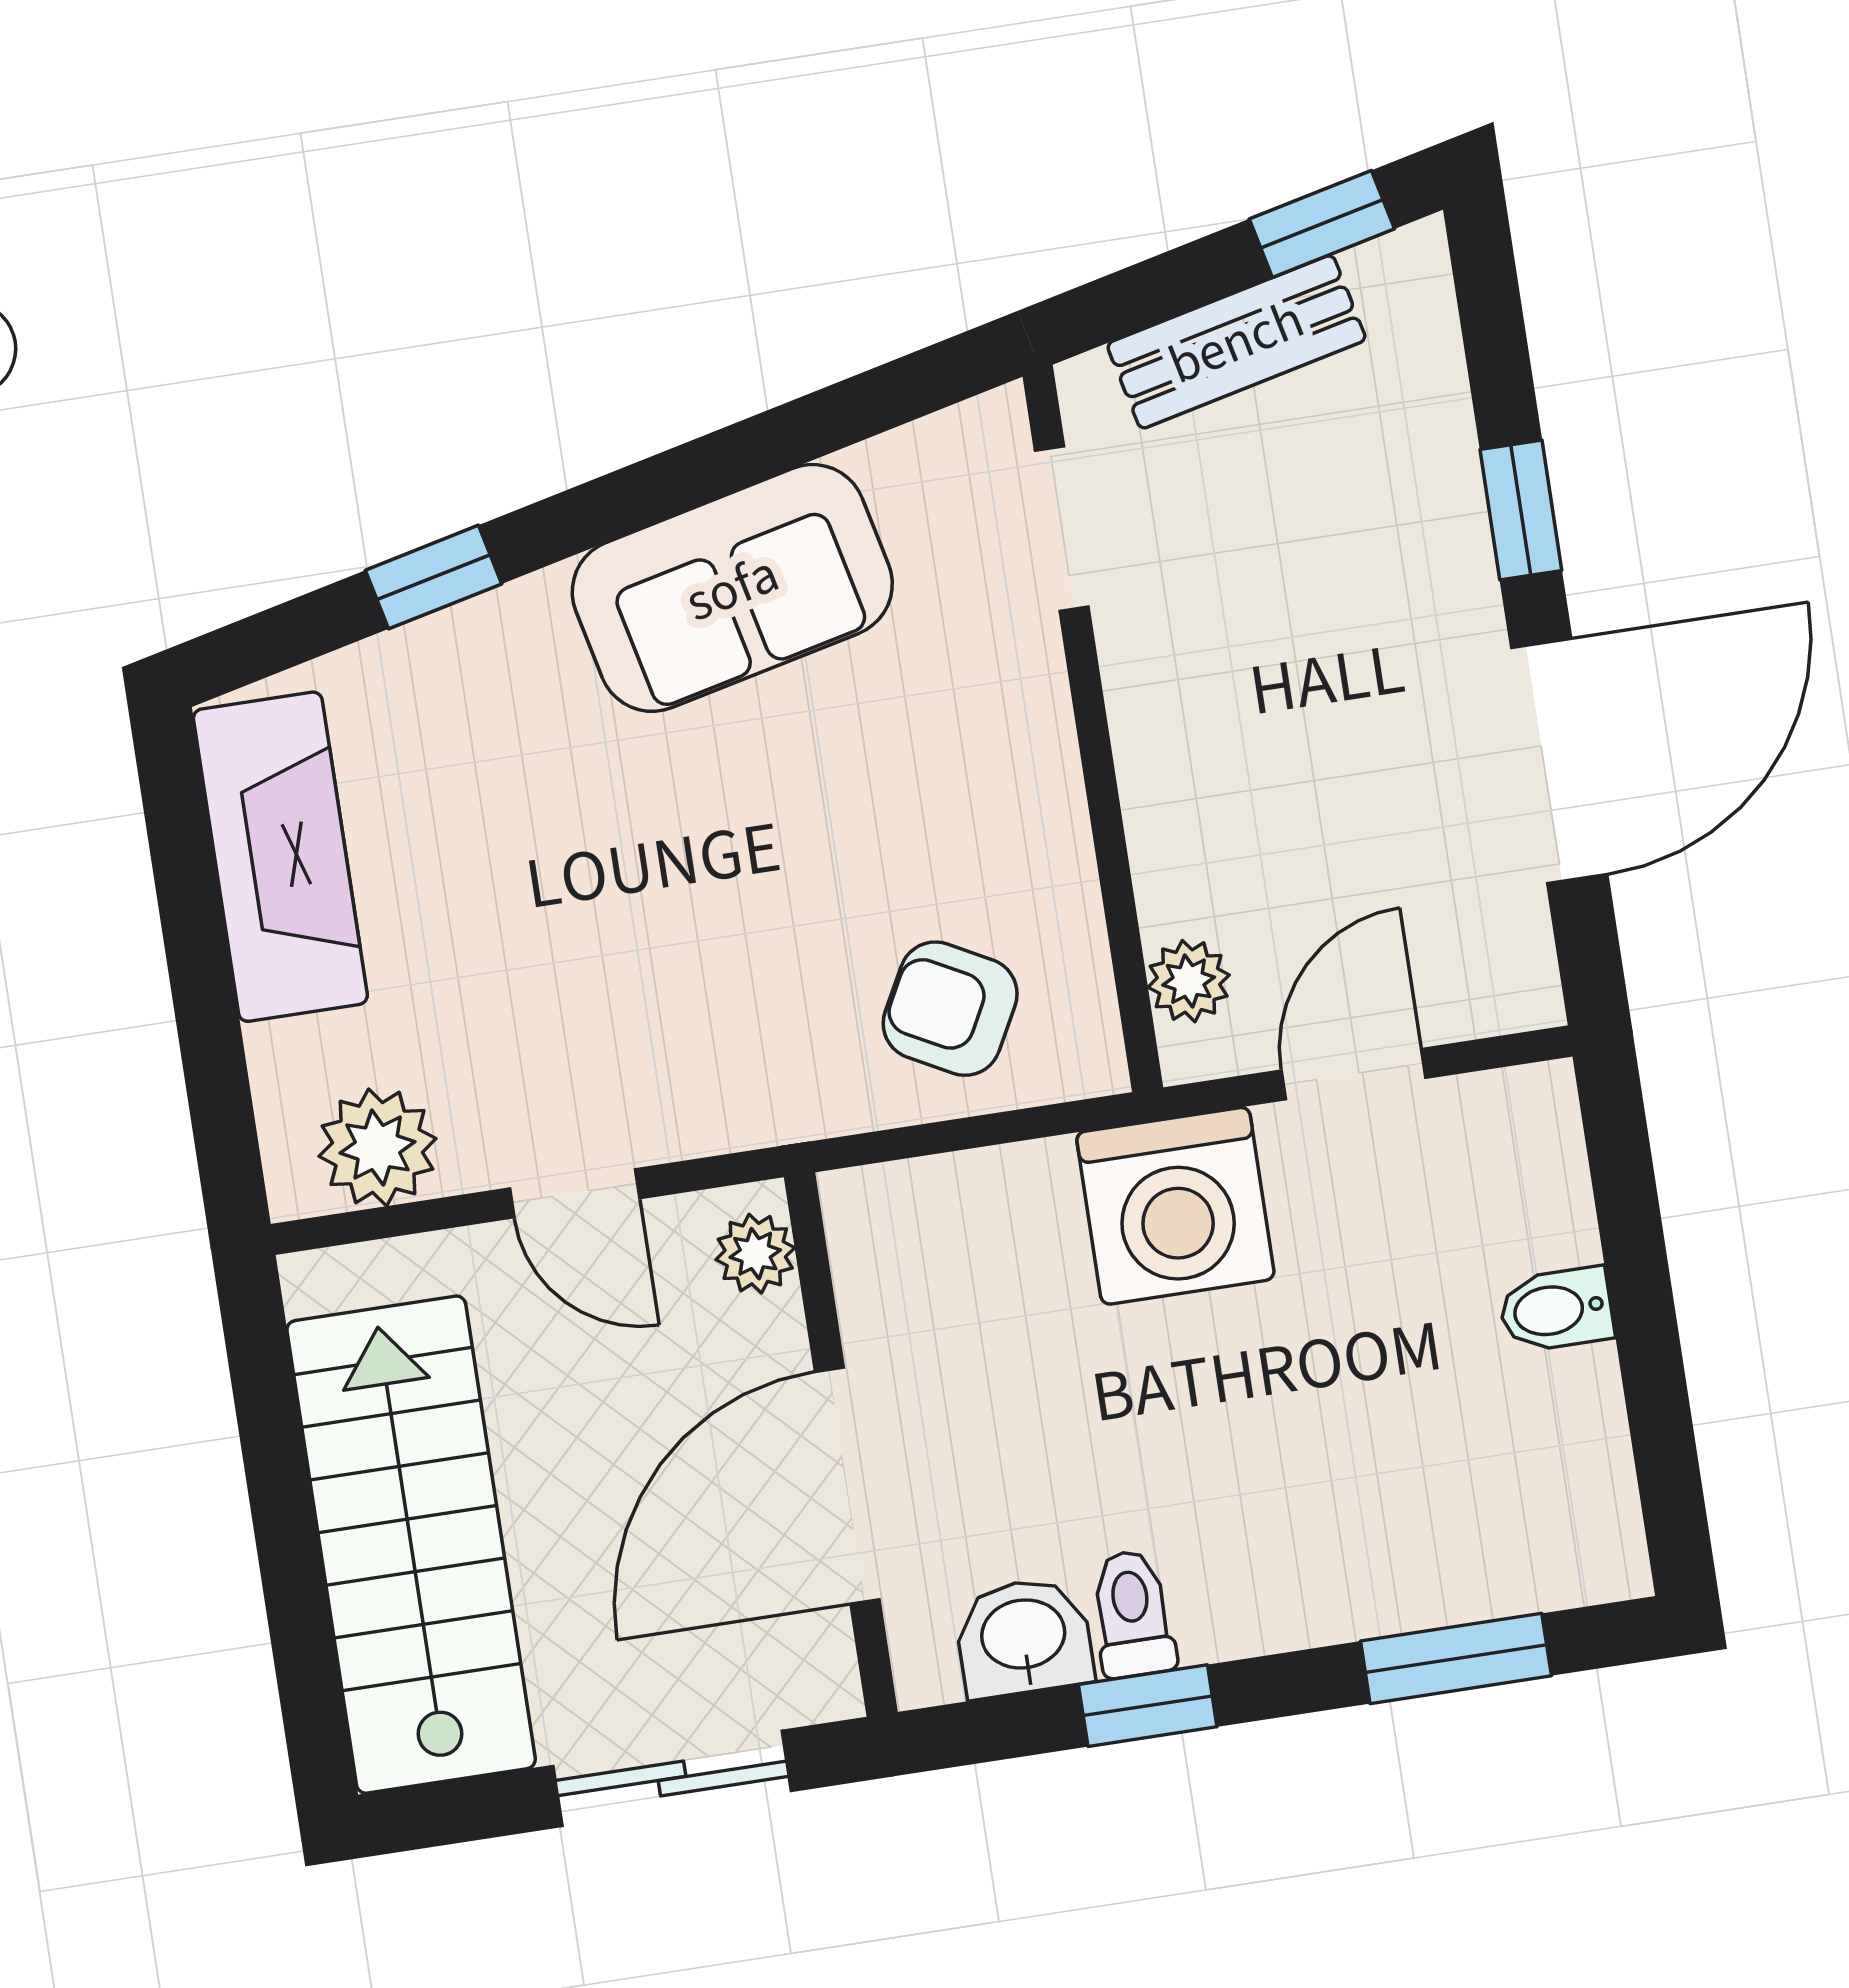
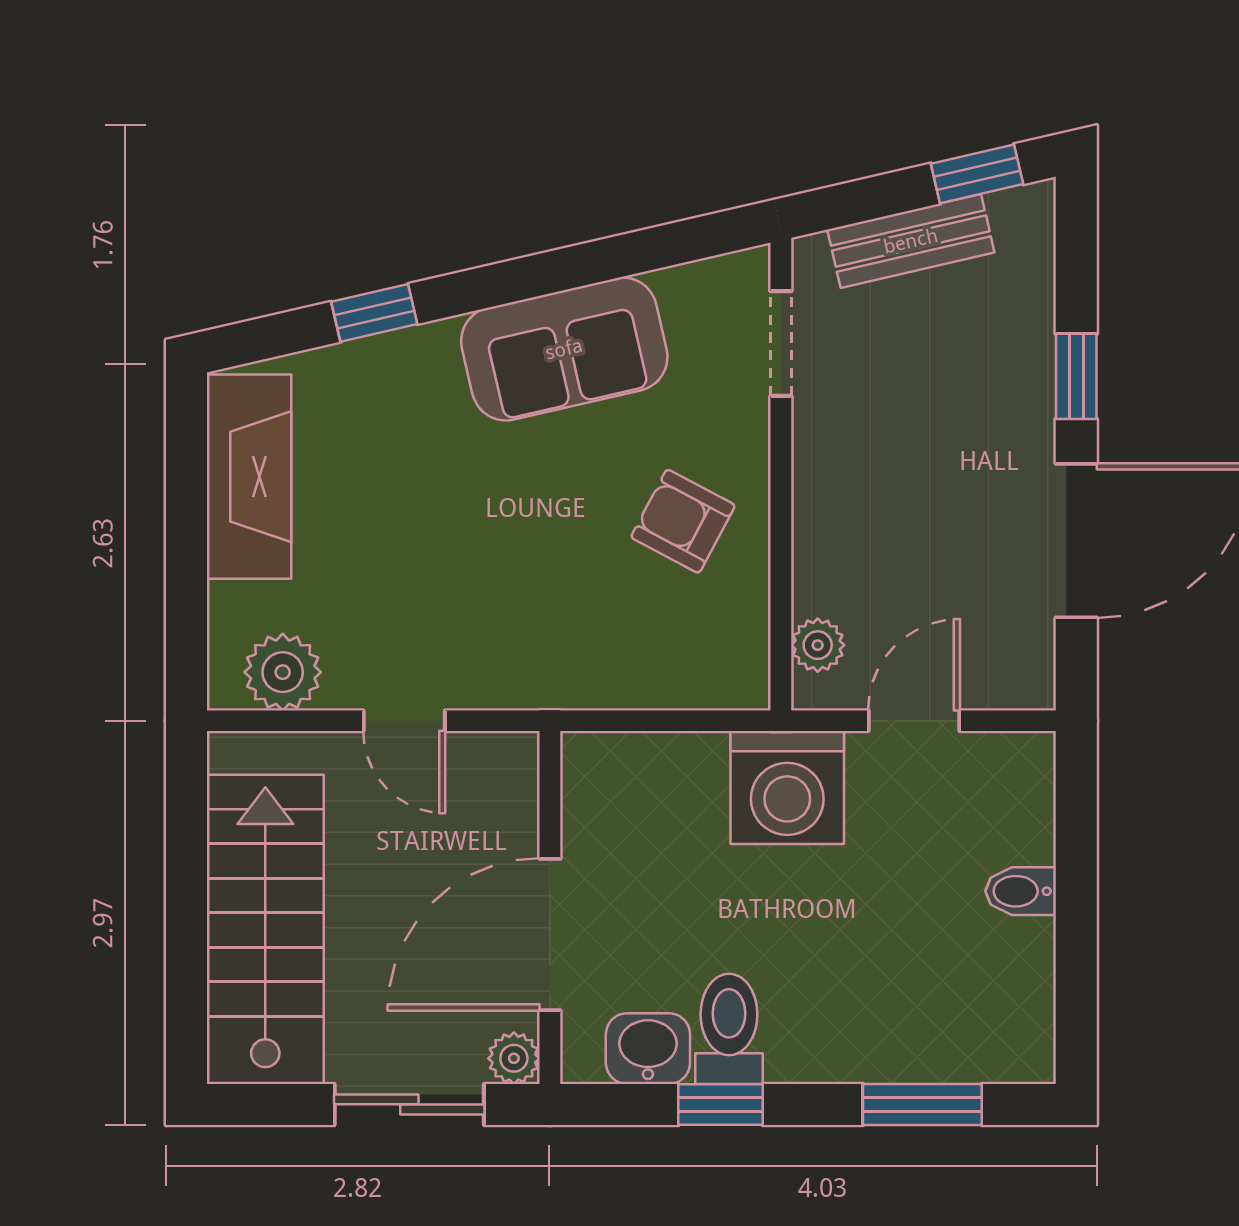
armchair: (950, 1009) -> (683, 521), moved
plant: (755, 1254) -> (514, 1058), moved
toilet: (1132, 1614) -> (729, 1029), width x1.37, depth x1.39

